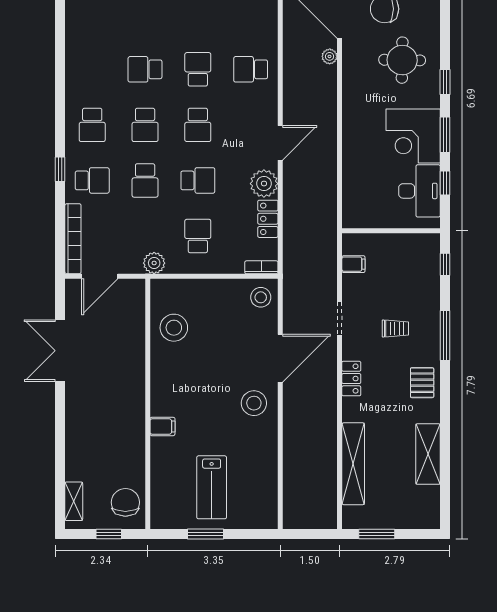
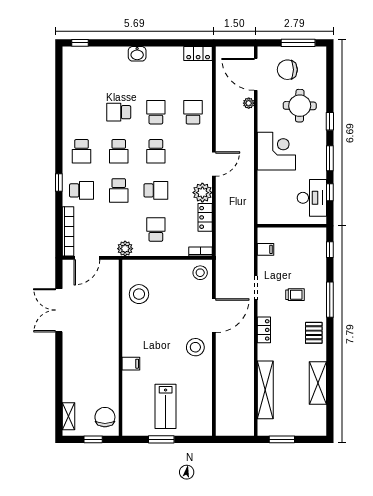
school desk: (251, 69) -> (193, 112), turned 90
corner desk: (413, 136) -> (276, 151), moved, turned 180

